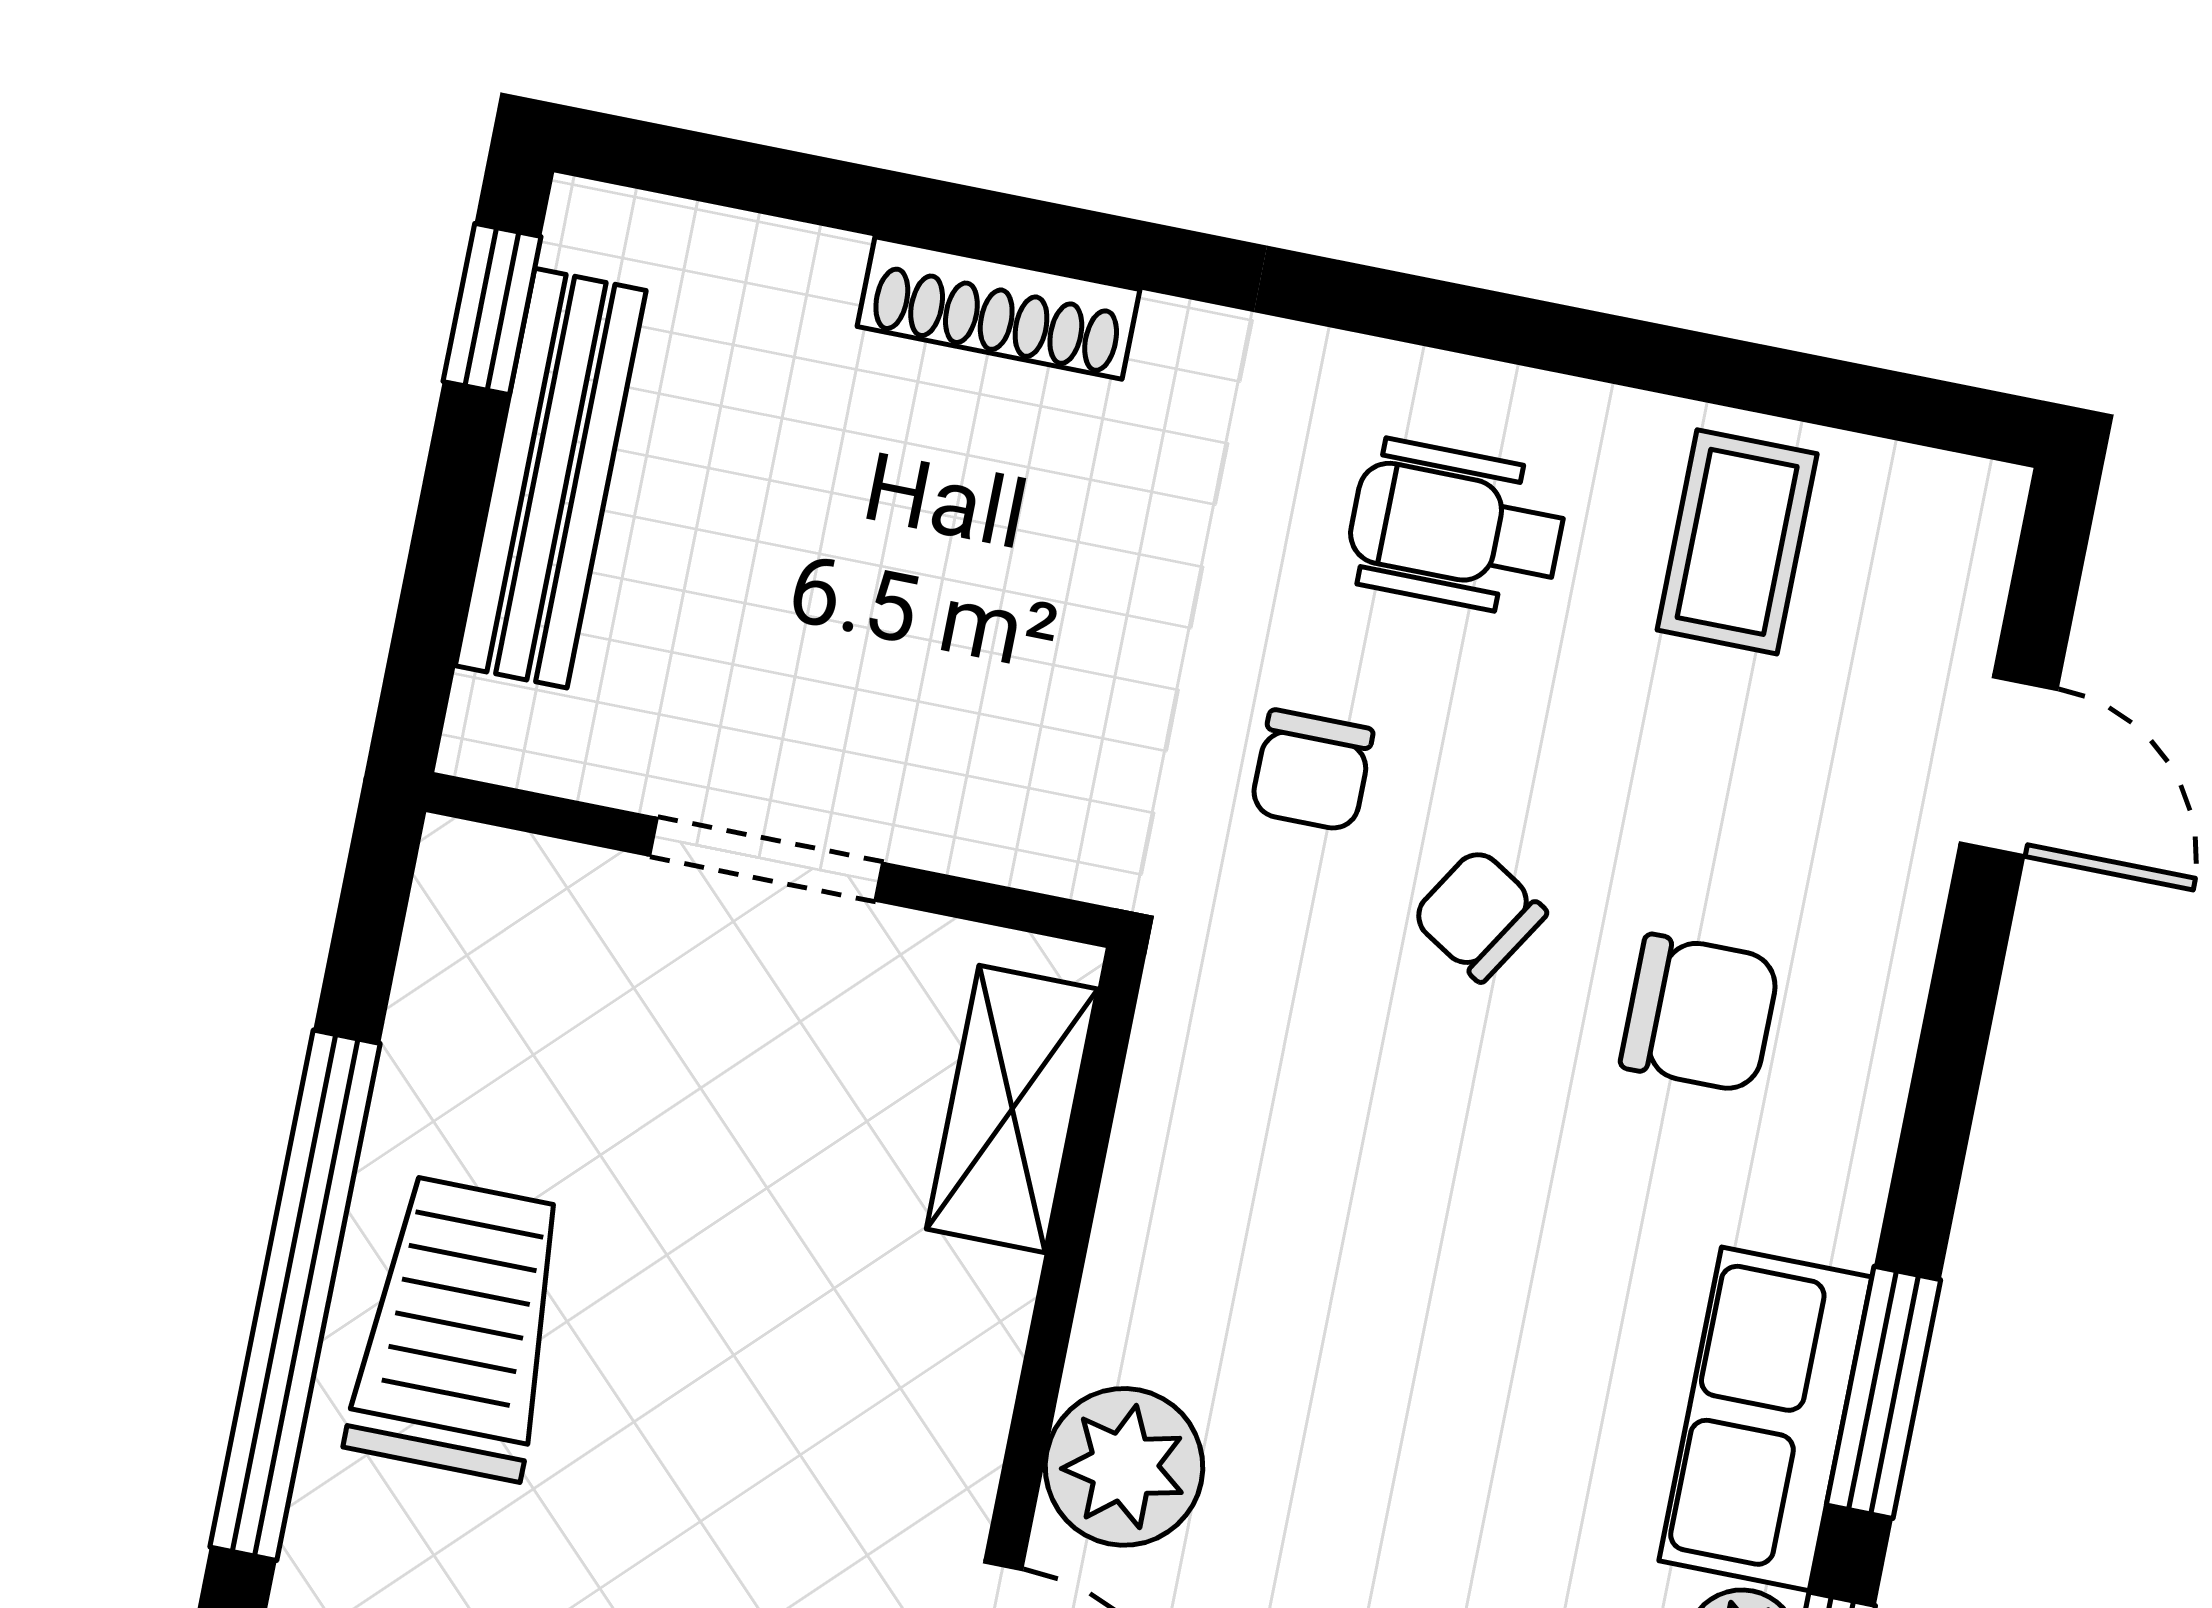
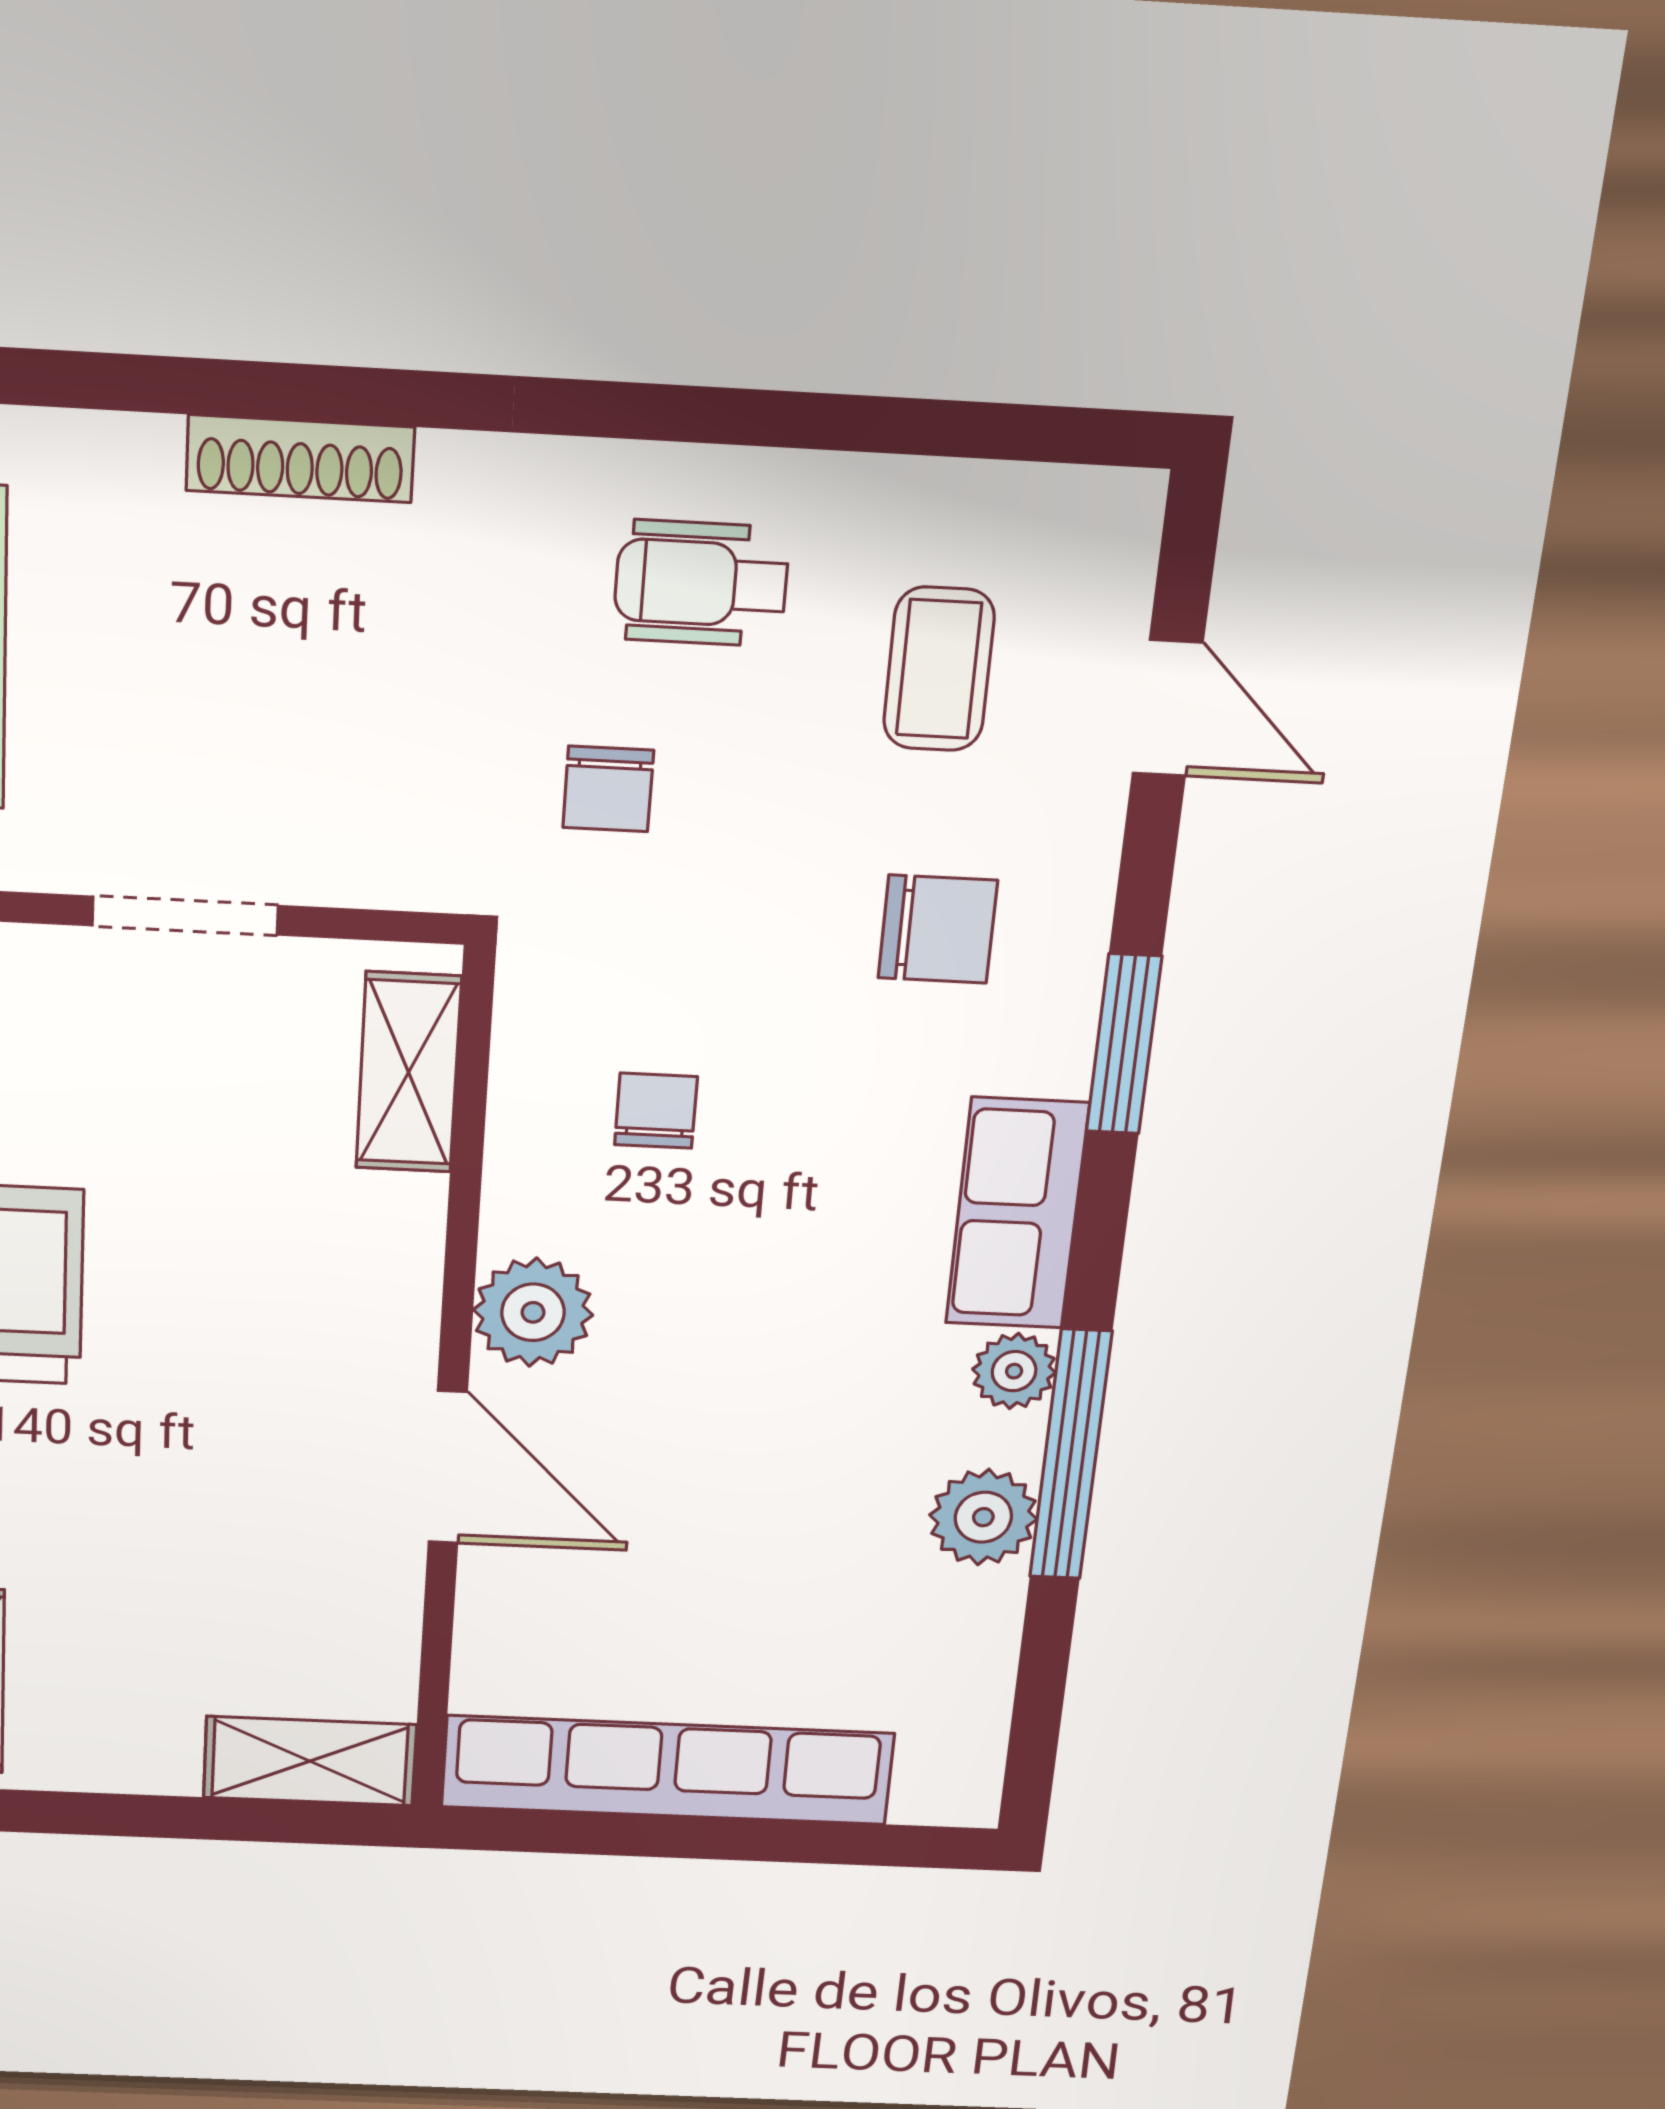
coffee table: (1737, 542) -> (939, 669), moved
chair: (1479, 915) -> (656, 1111), moved, turned 58
window: (1883, 1392) -> (1124, 1044), moved

